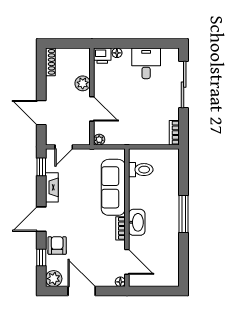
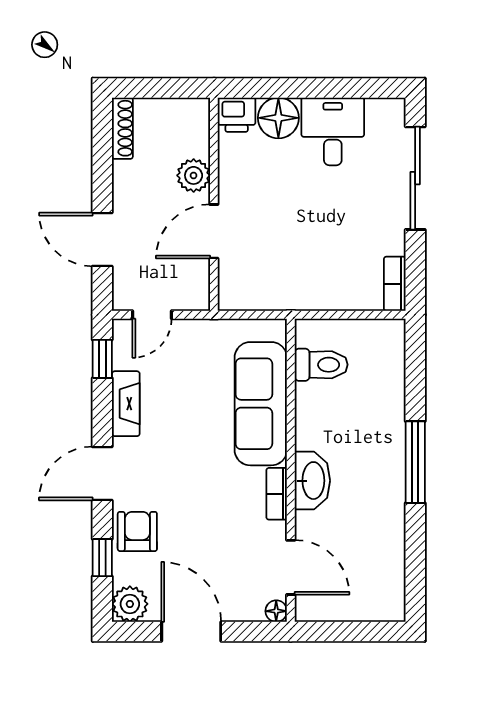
floor lamp: (117, 53) -> (278, 118), width x1.89, depth x1.89
door: (92, 109) -> (214, 231), swing flipped
plant: (99, 140) -> (230, 299), removed

